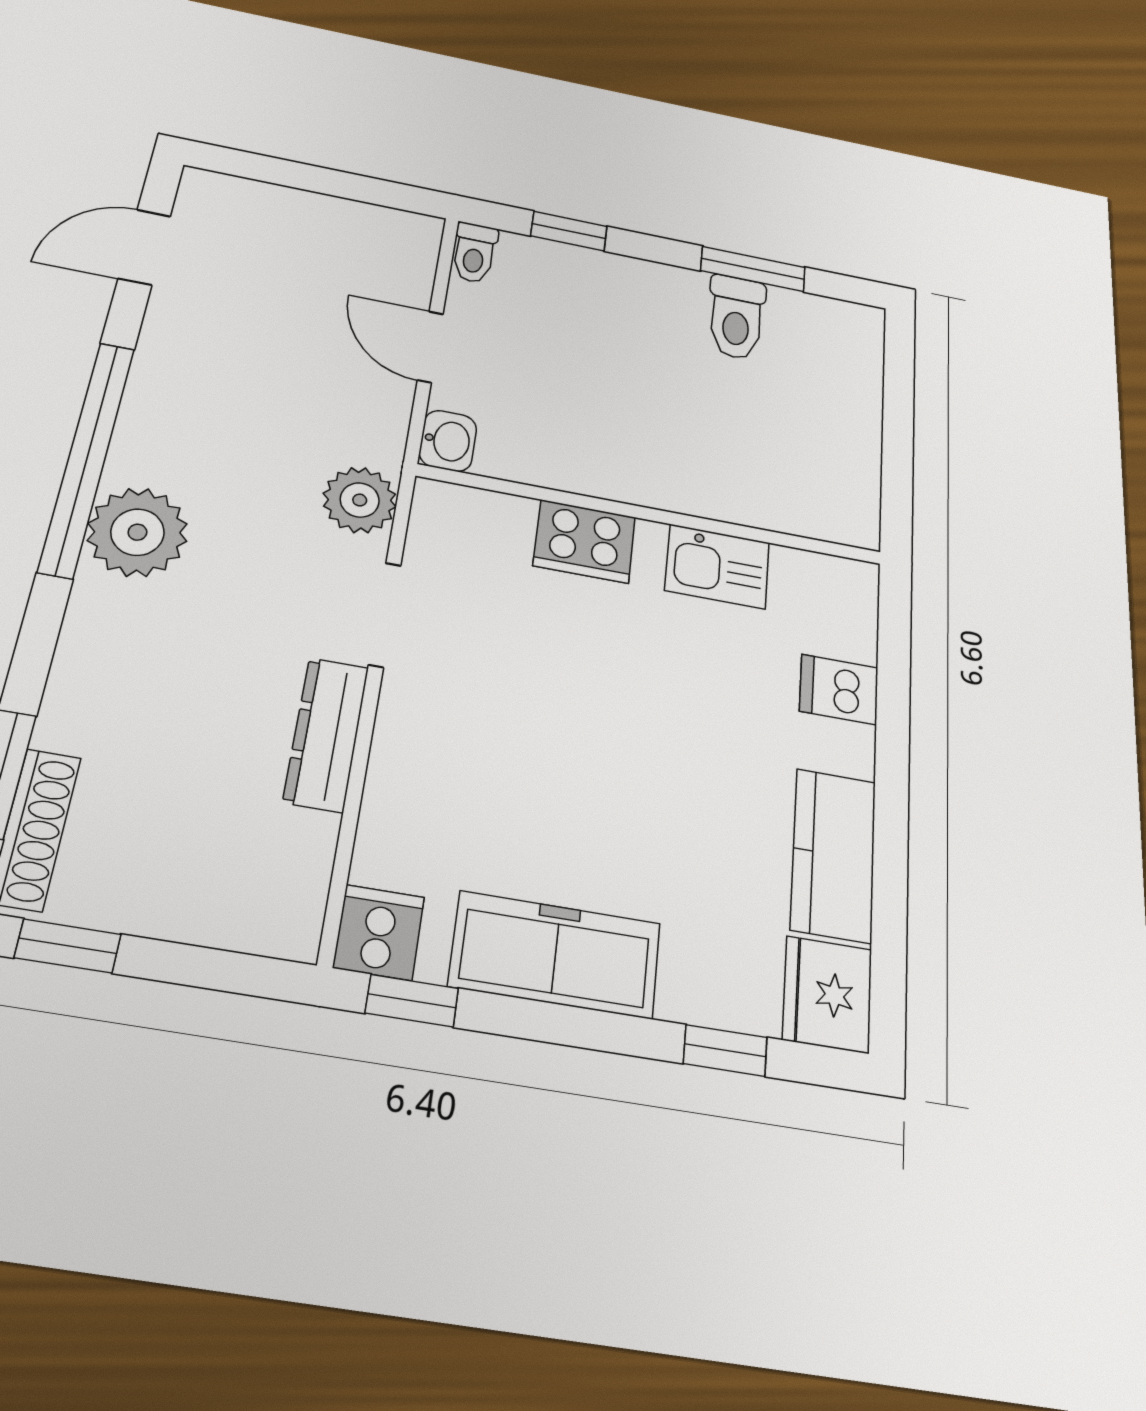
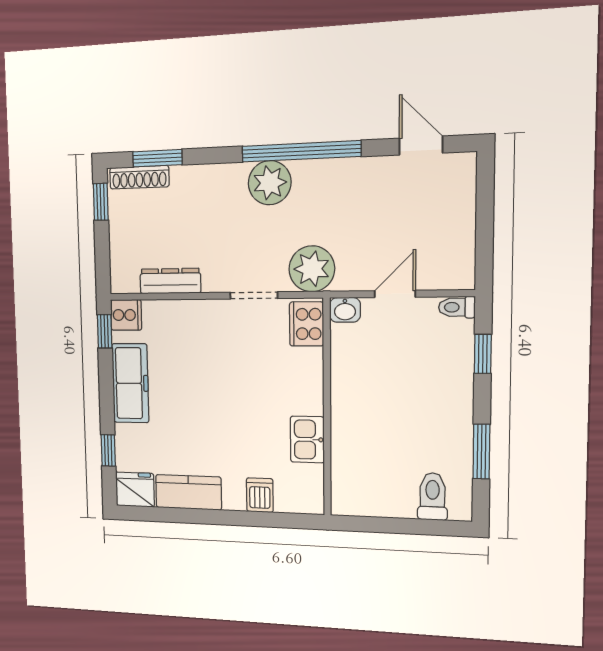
toilet: (736, 317) -> (432, 496), moved, turned 90
plant: (360, 500) -> (312, 269), width x1.36, depth x1.36
cooker: (584, 541) -> (307, 324), moved
dresser: (326, 734) -> (170, 281), moved

